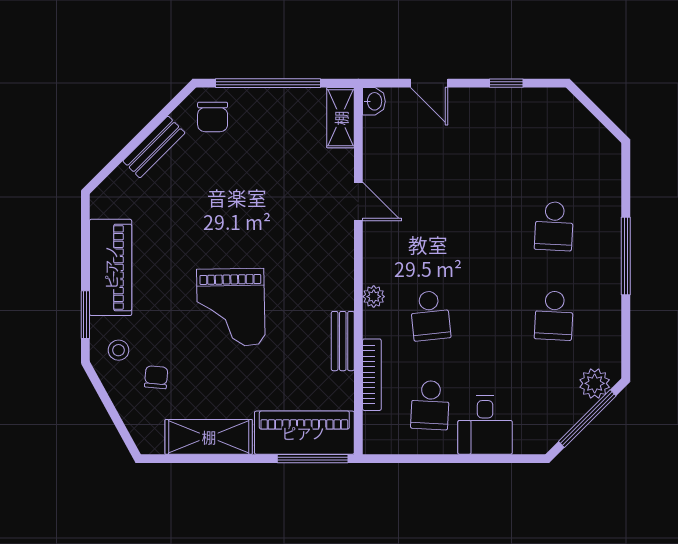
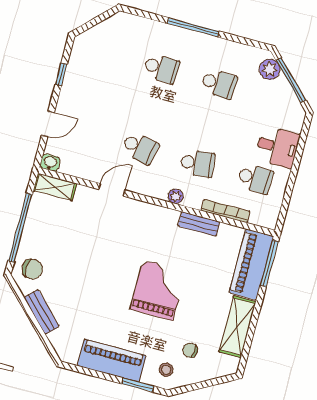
school desk: (430, 226) -> (140, 148), added
grand piano: (231, 307) -> (158, 290), turned -89

